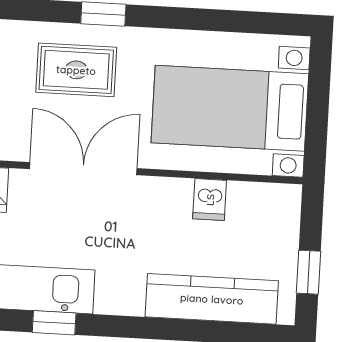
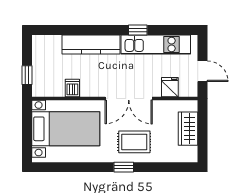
window: (308, 272) -> (27, 75), moved
kitchen counter: (212, 299) -> (91, 44), moved

